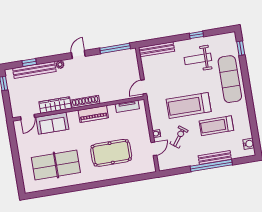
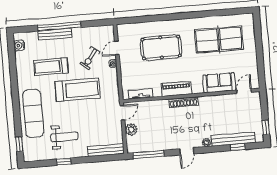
plant: (134, 71) -> (131, 130), added
wardrobe: (55, 105) -> (215, 101), removed
treadmill: (216, 126) -> (51, 67), turned 180

